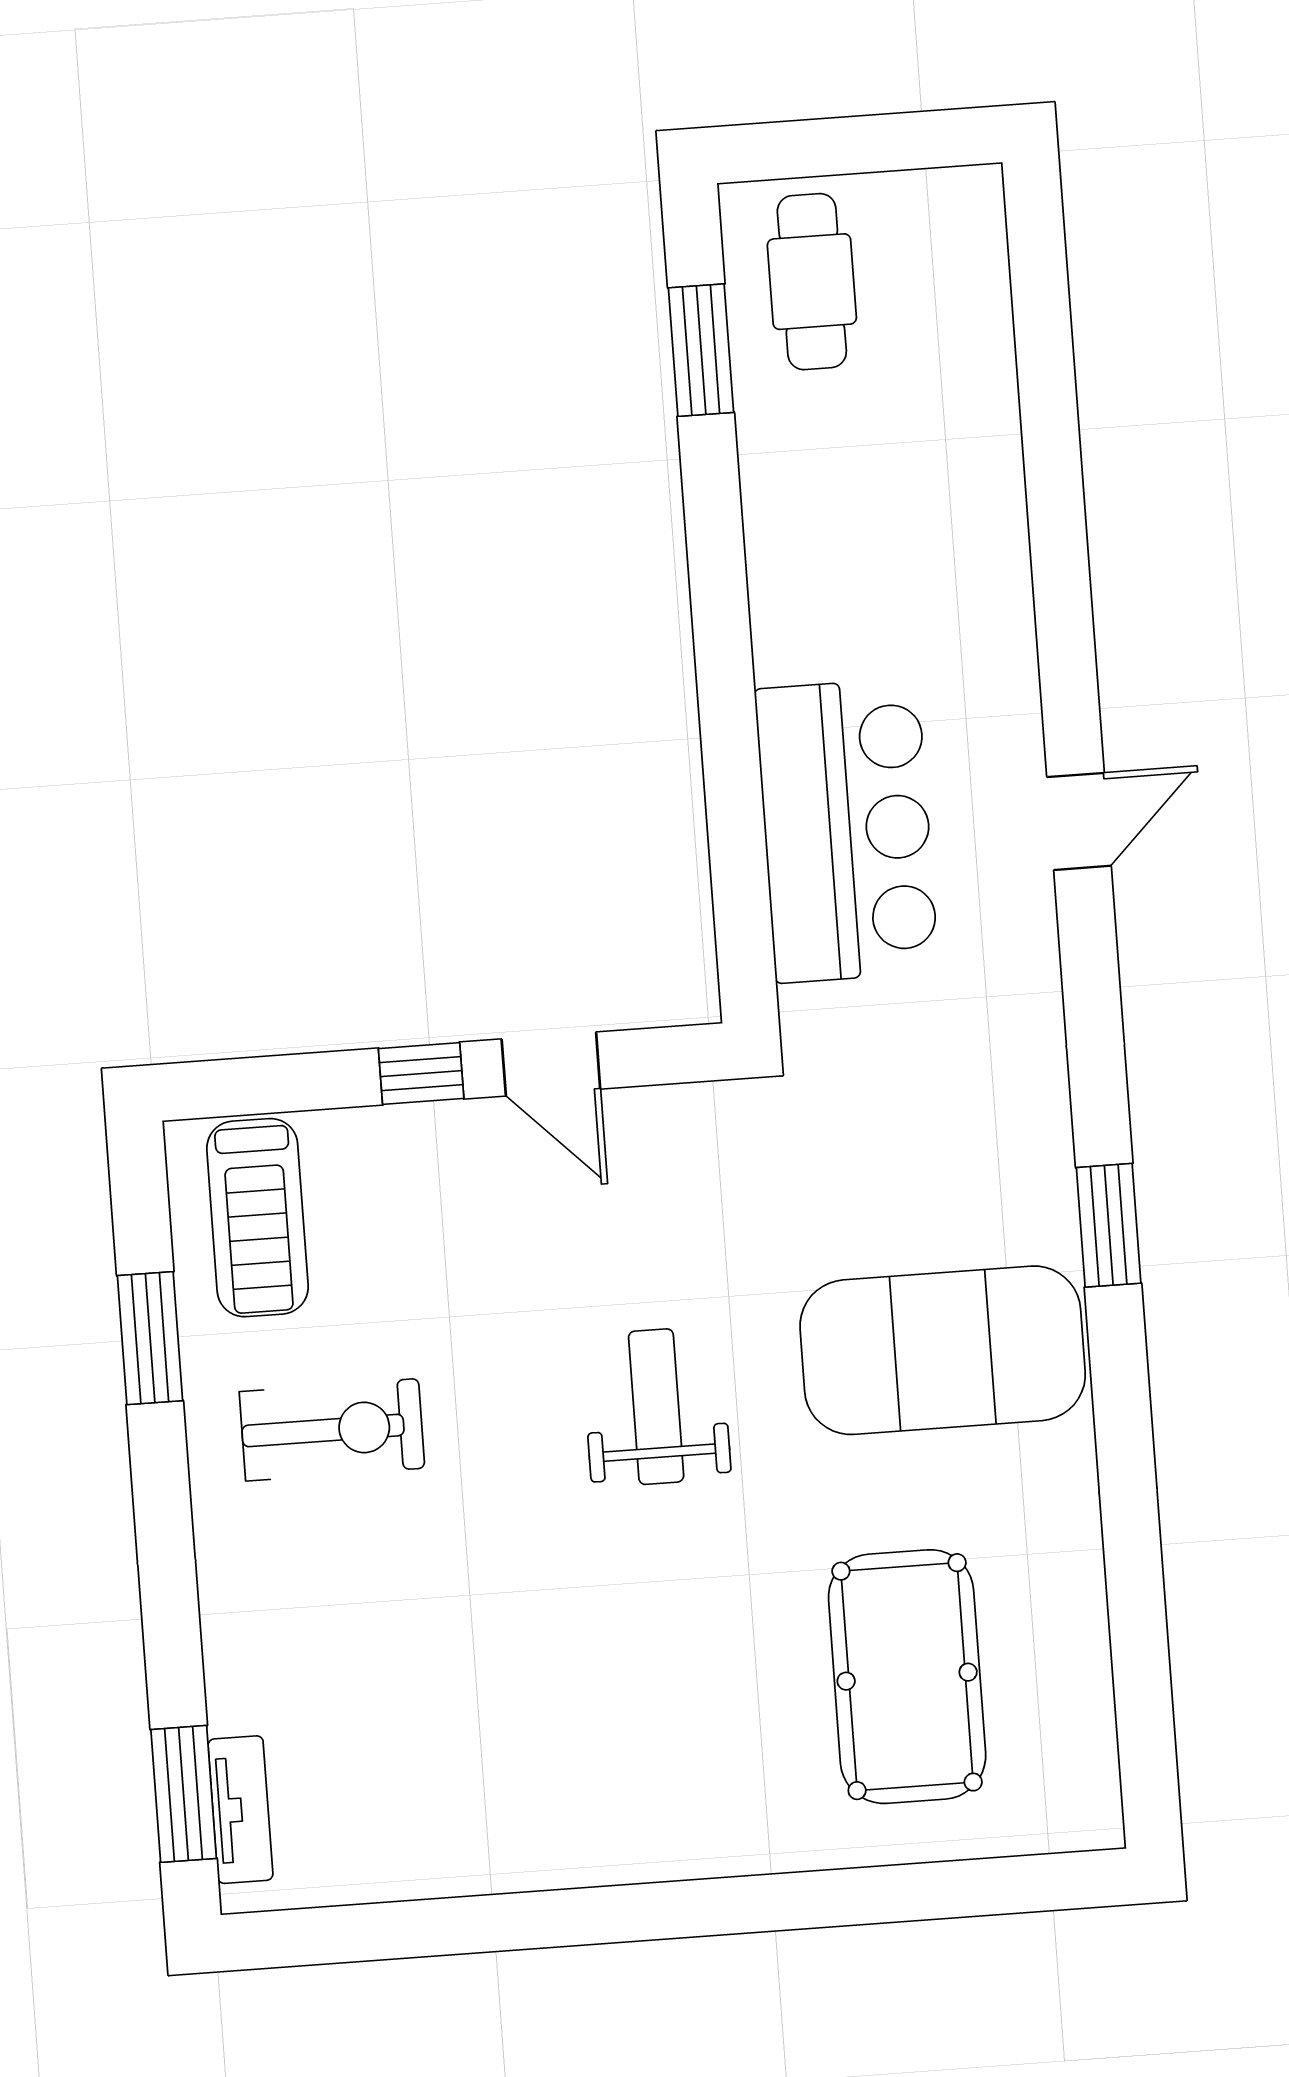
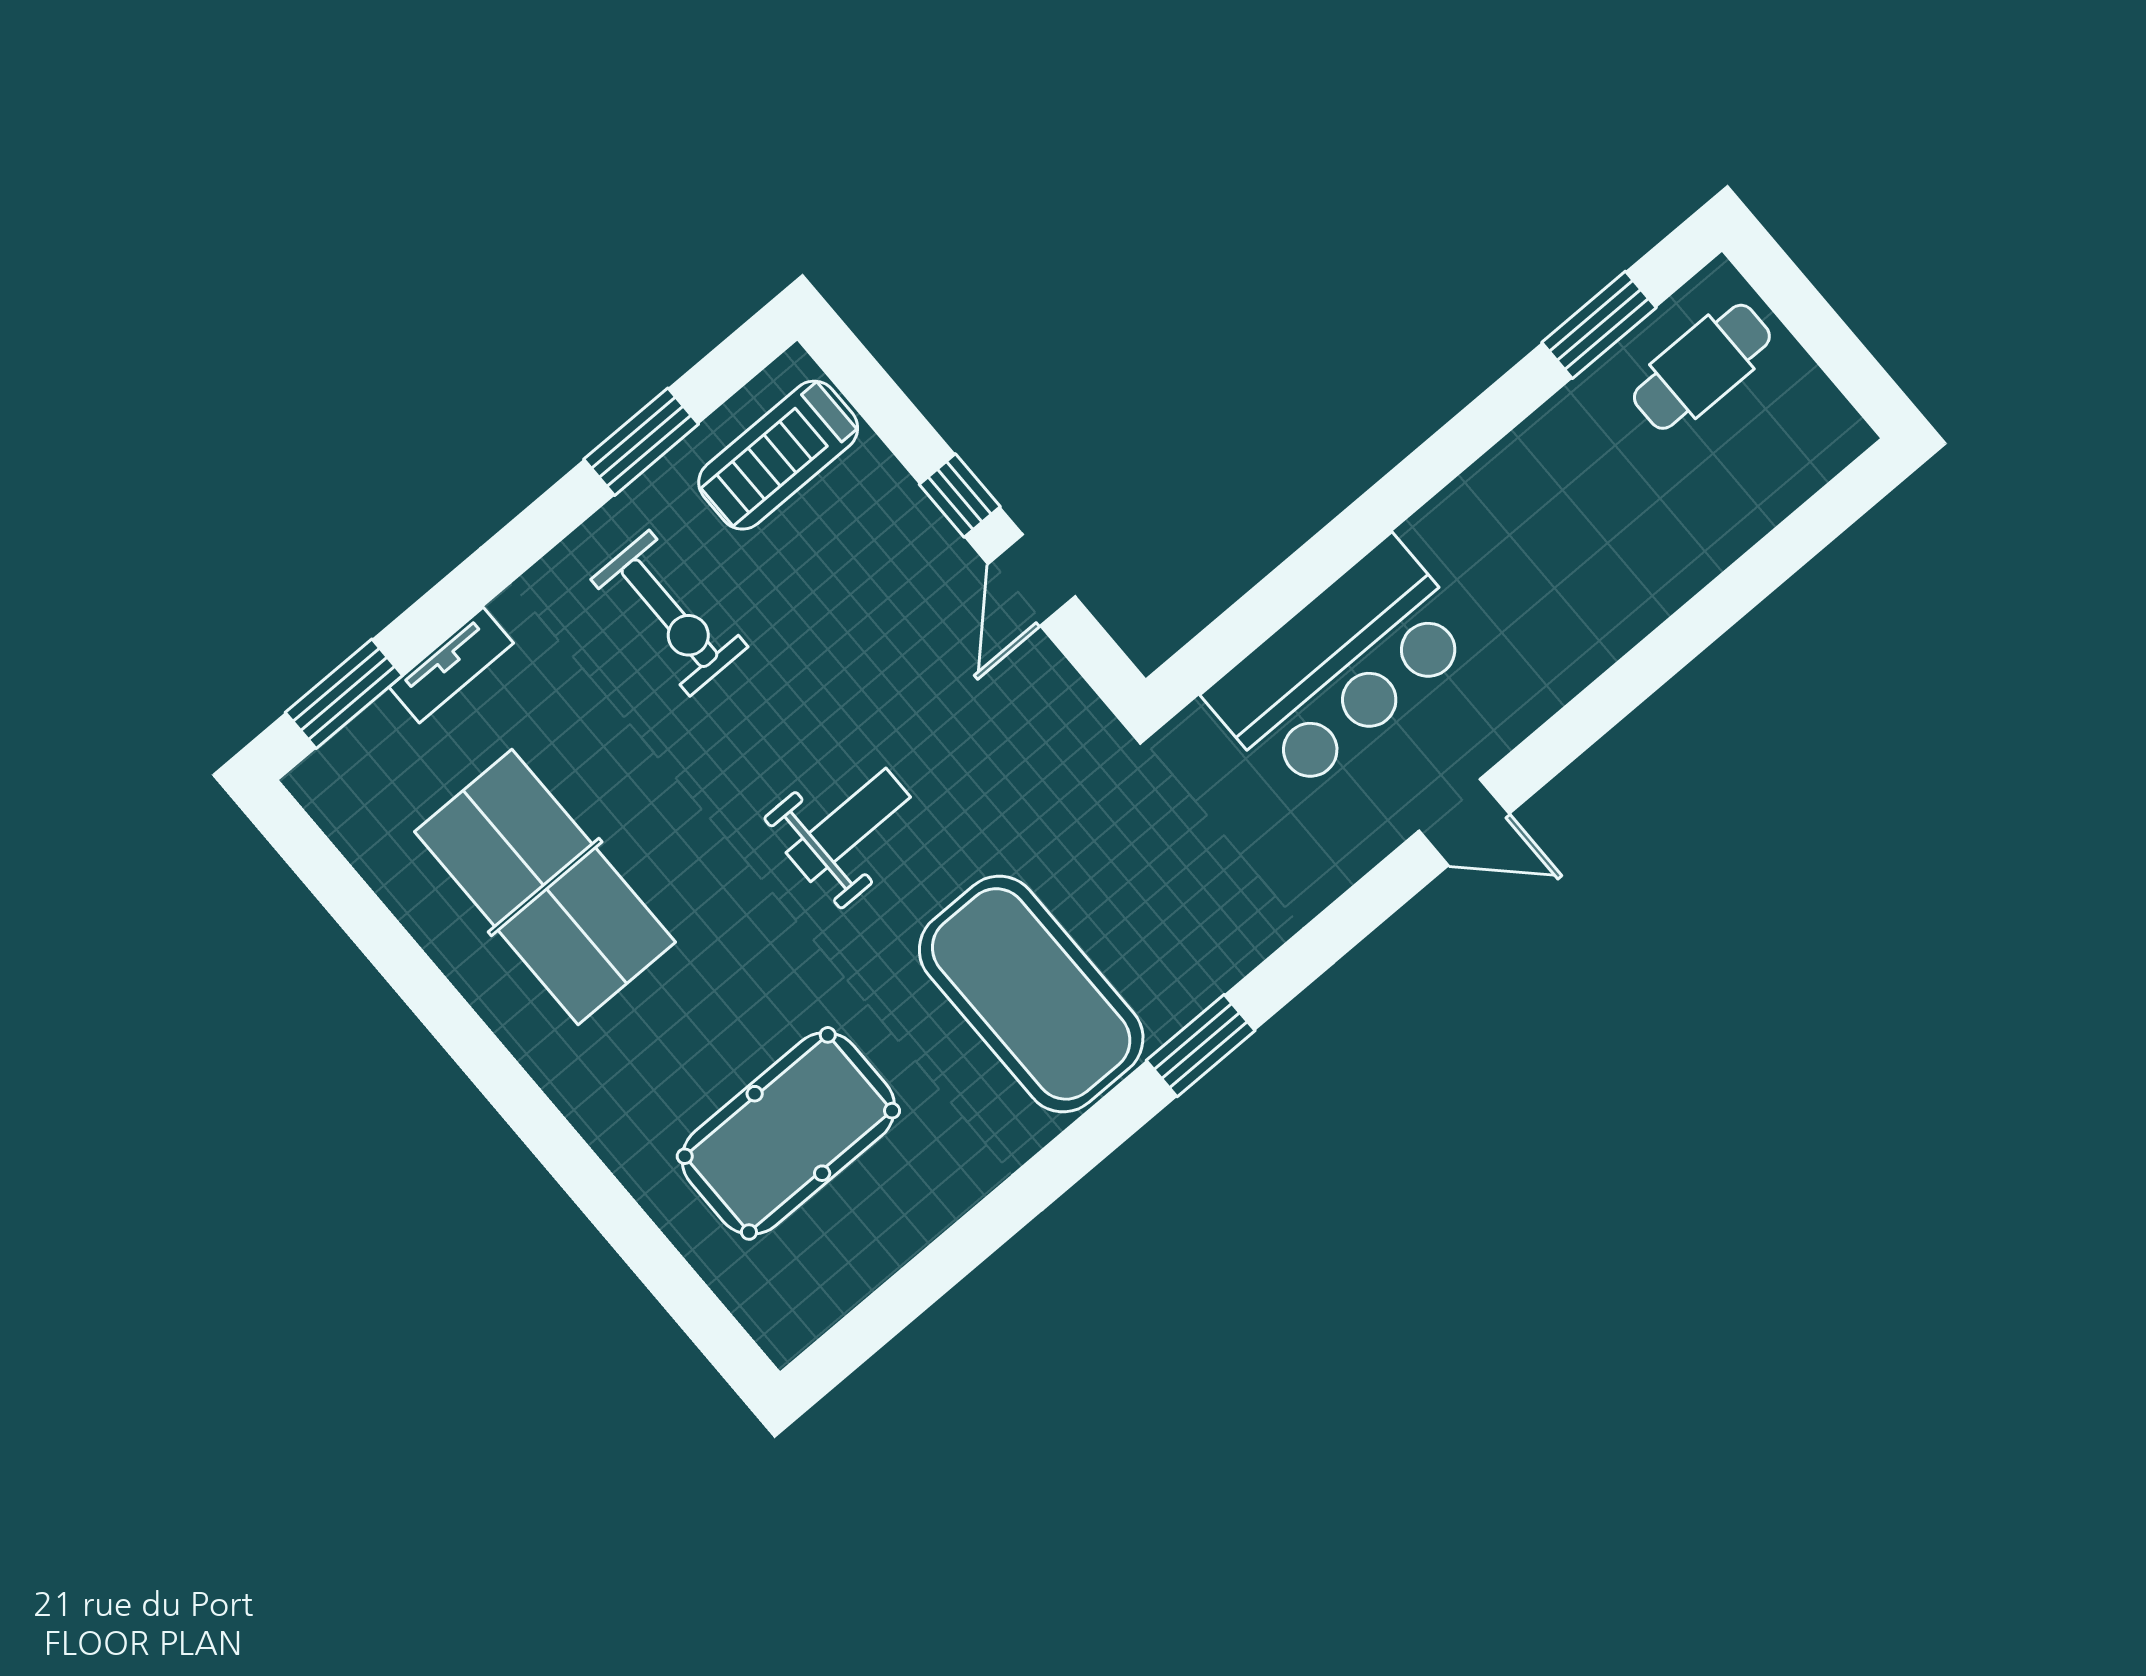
table tennis table: (505, 1737) -> (545, 887), added
tv unit: (240, 1810) -> (451, 665), moved

